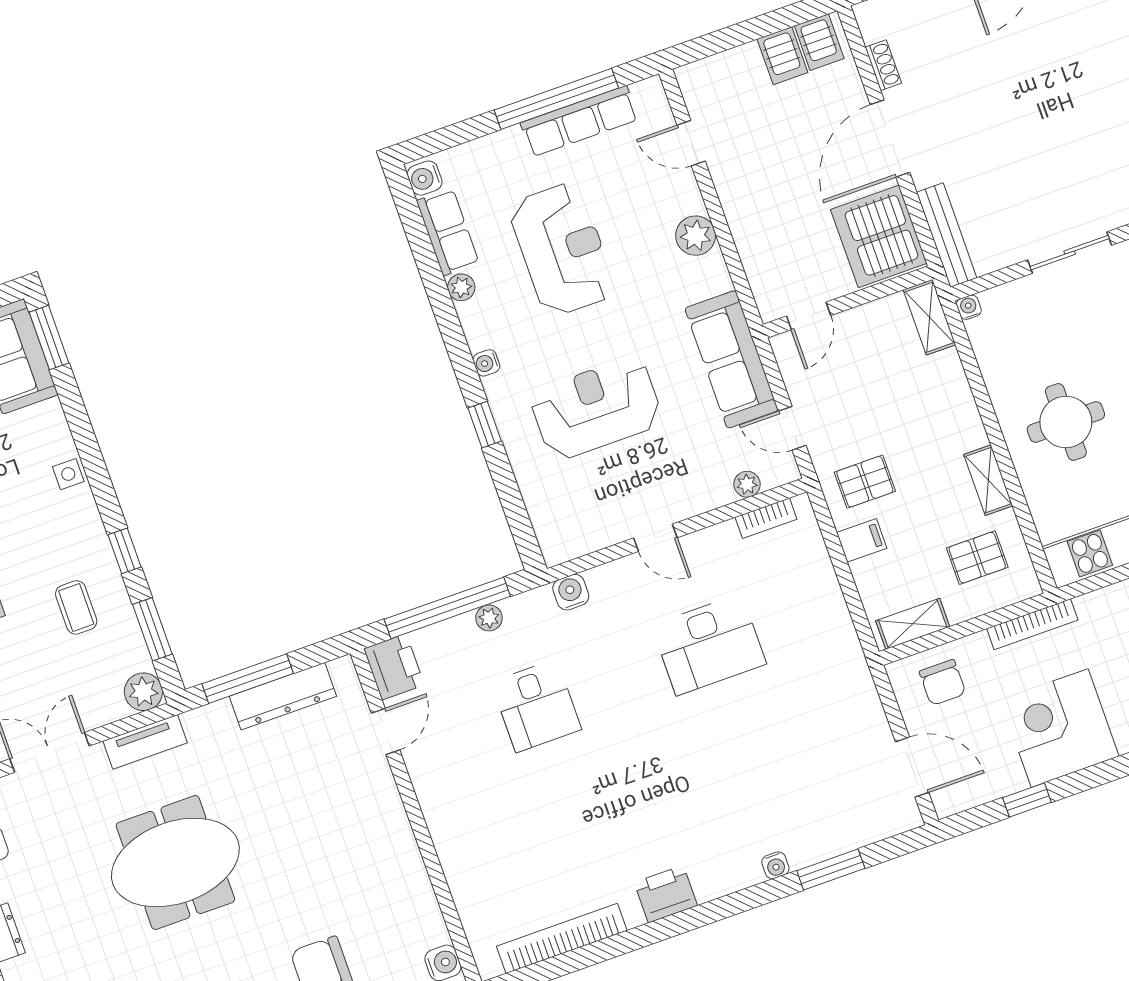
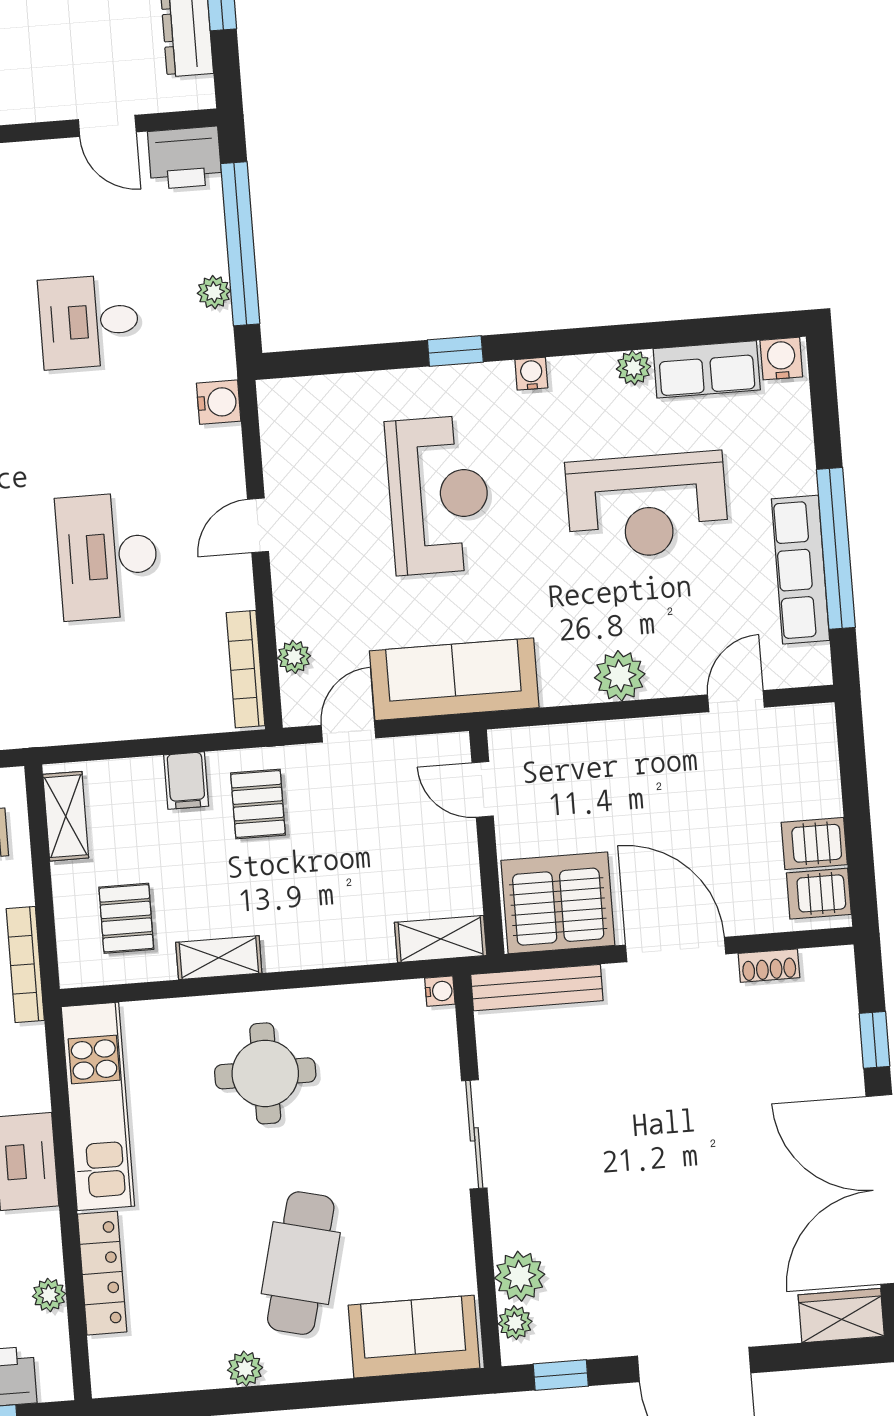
bookcase: (766, 518) -> (246, 669), width x1.56

